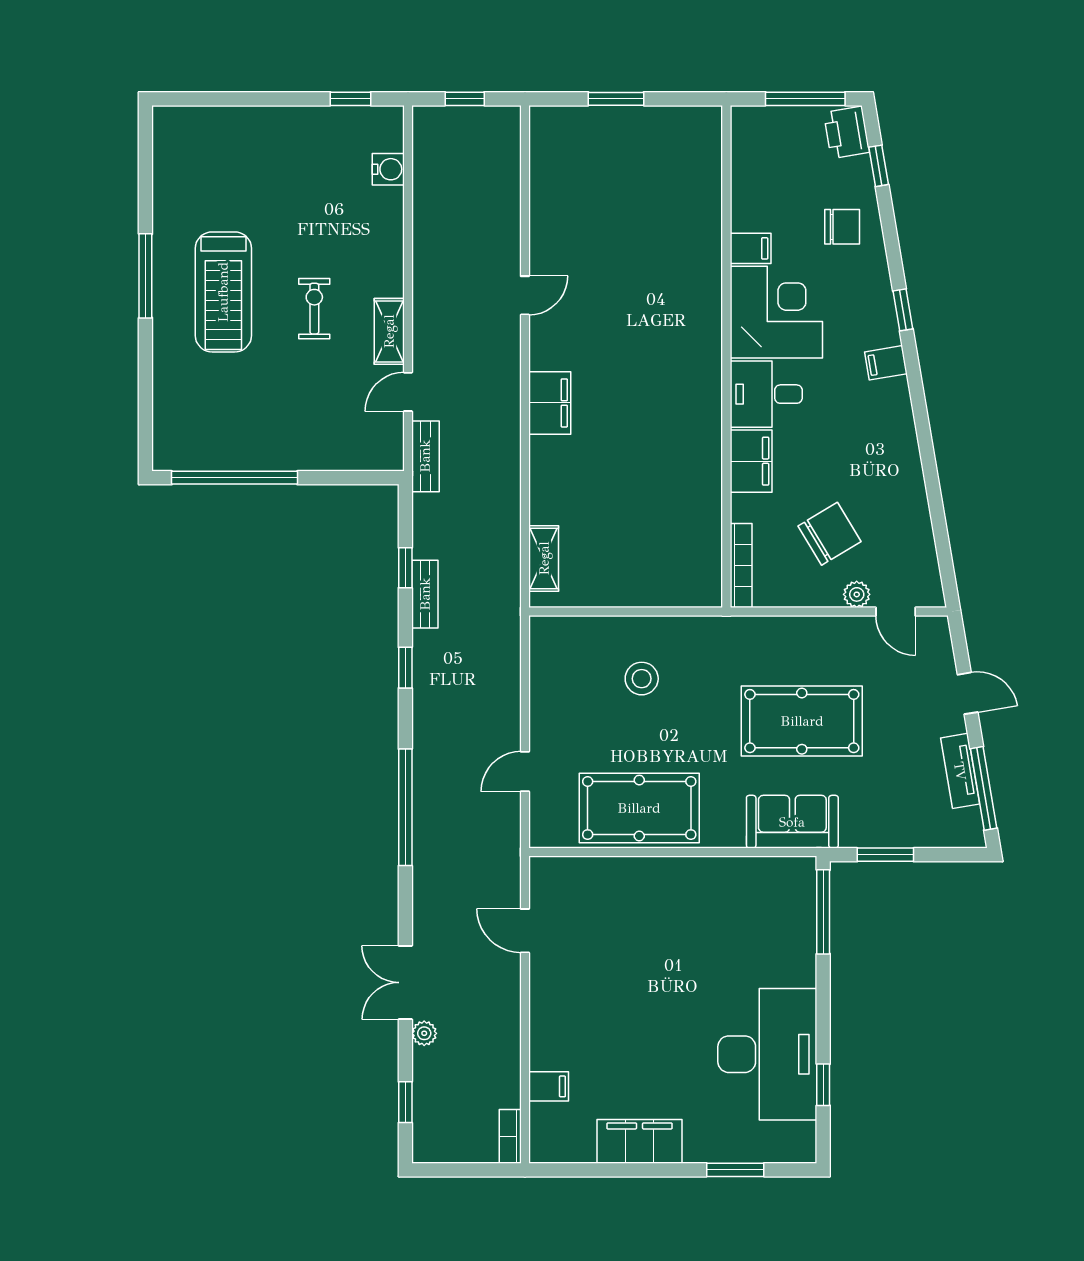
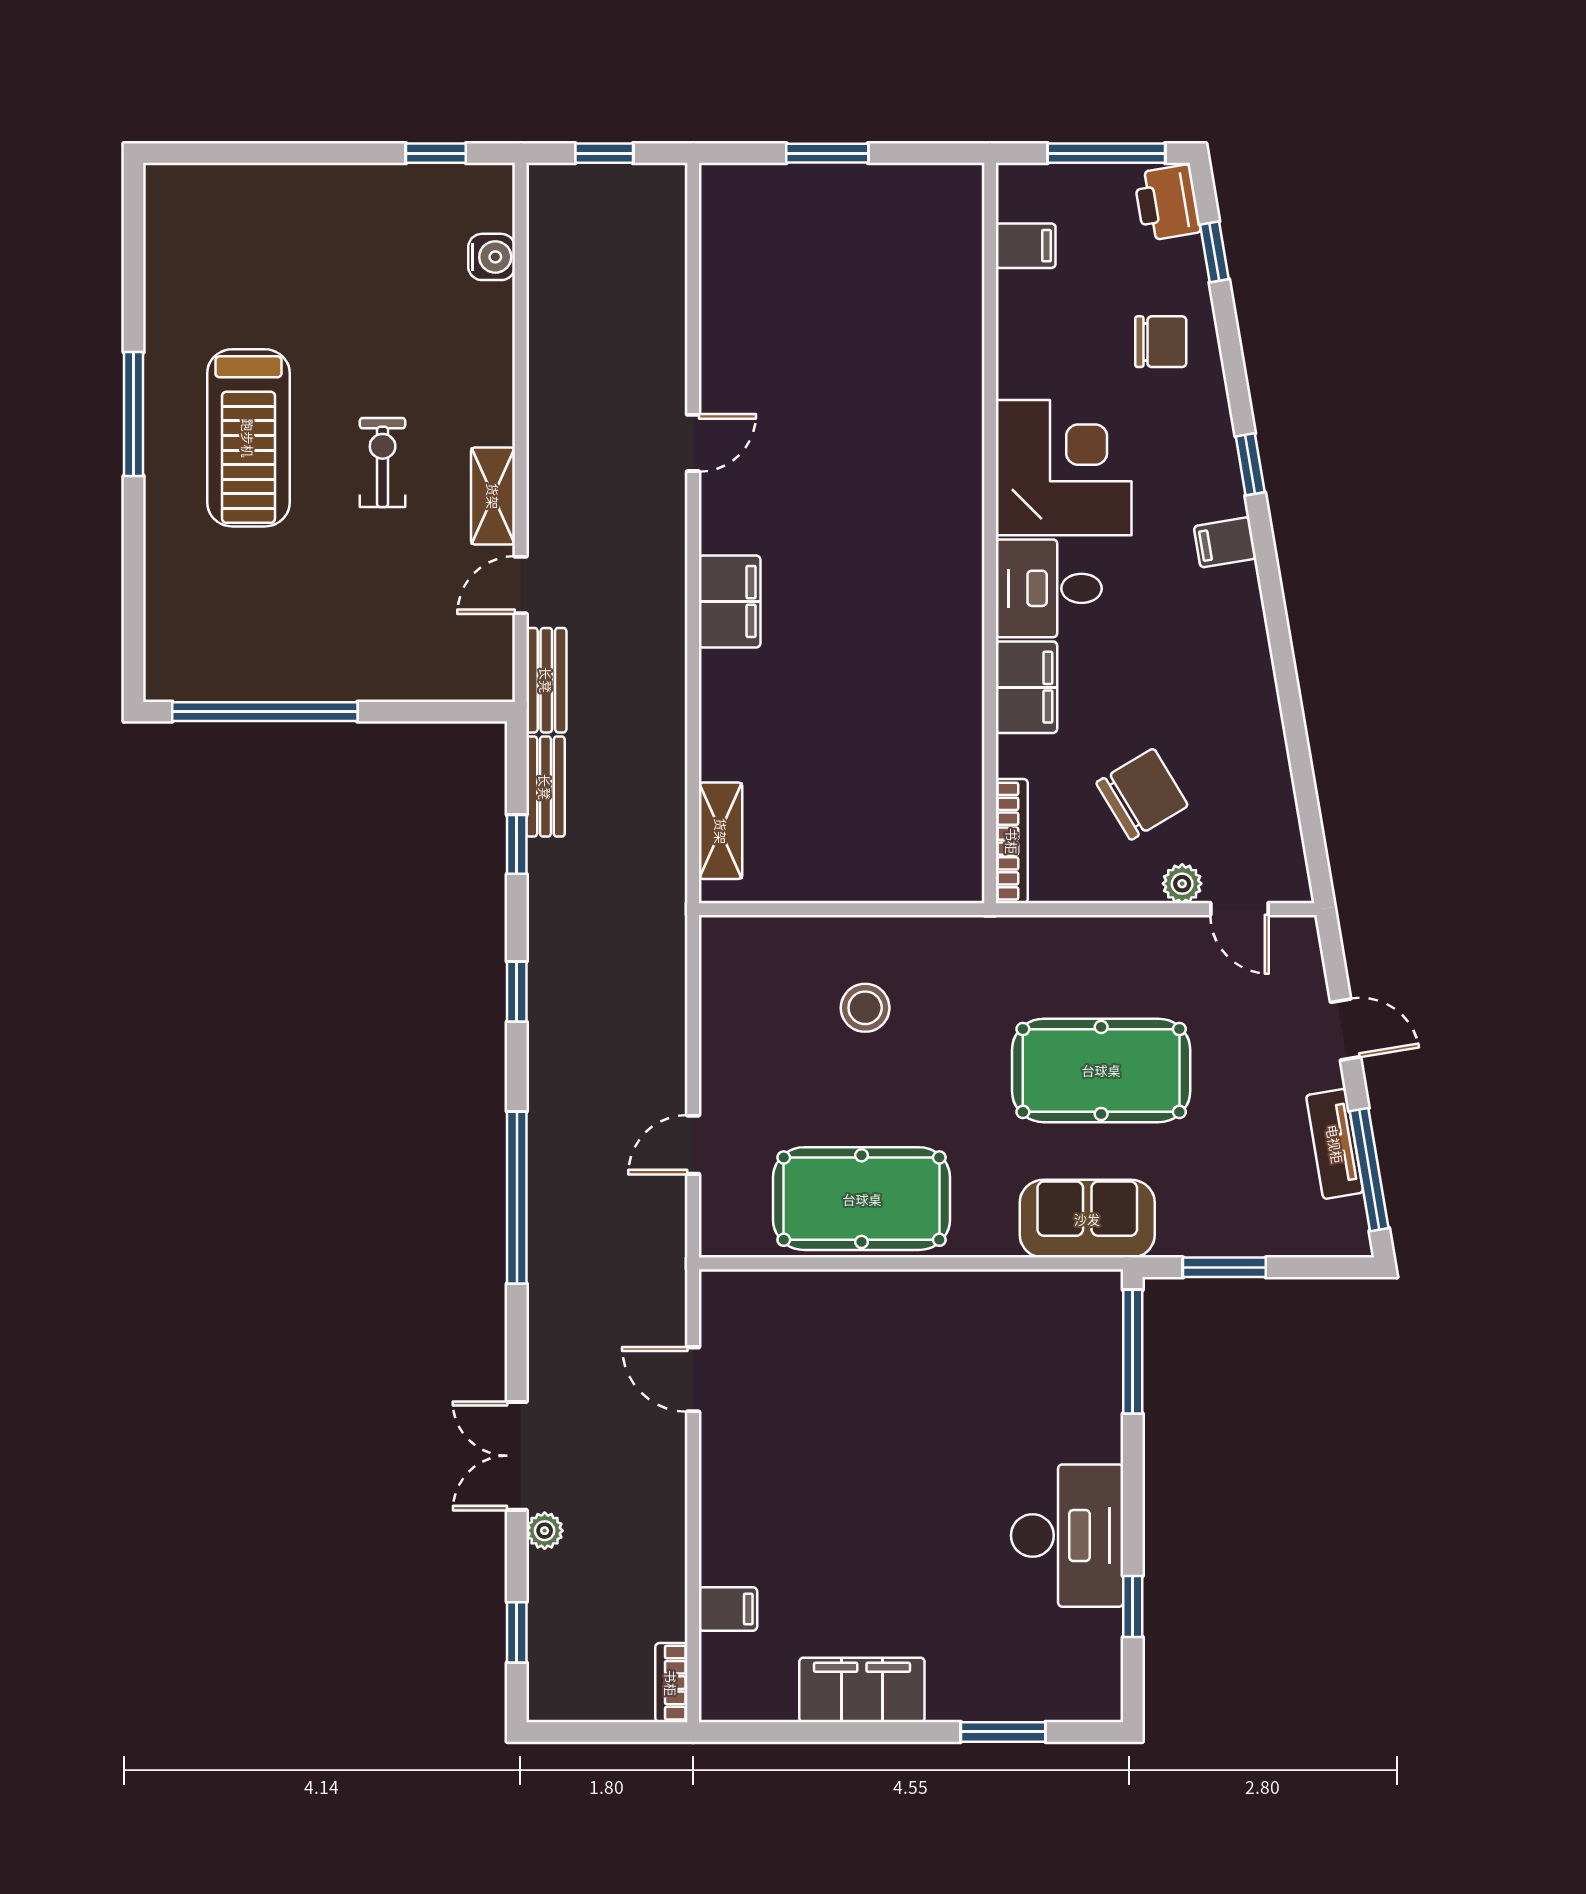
filing cabinet: (751, 248) -> (1026, 246), moved
bench: (425, 594) -> (545, 787), moved
desk: (767, 1054) -> (1067, 1536), width x0.73, depth x0.77

